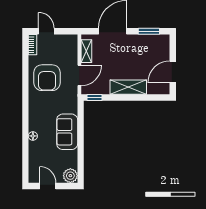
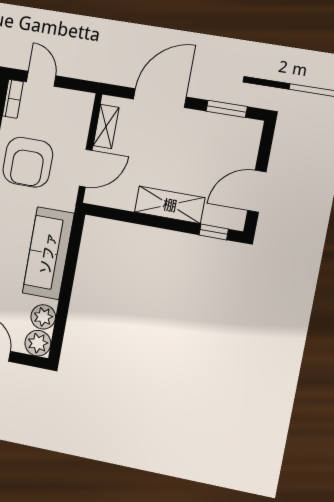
window: (95, 98) -> (214, 232), moved
sofa: (67, 132) -> (48, 253), width x1.36
plant: (71, 161) -> (43, 317), added

